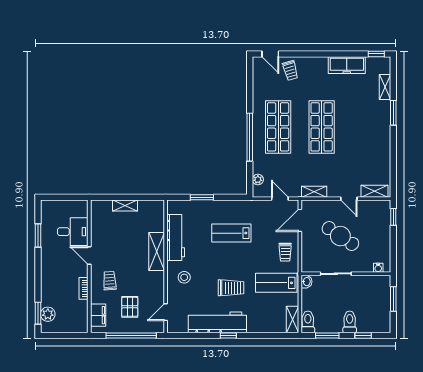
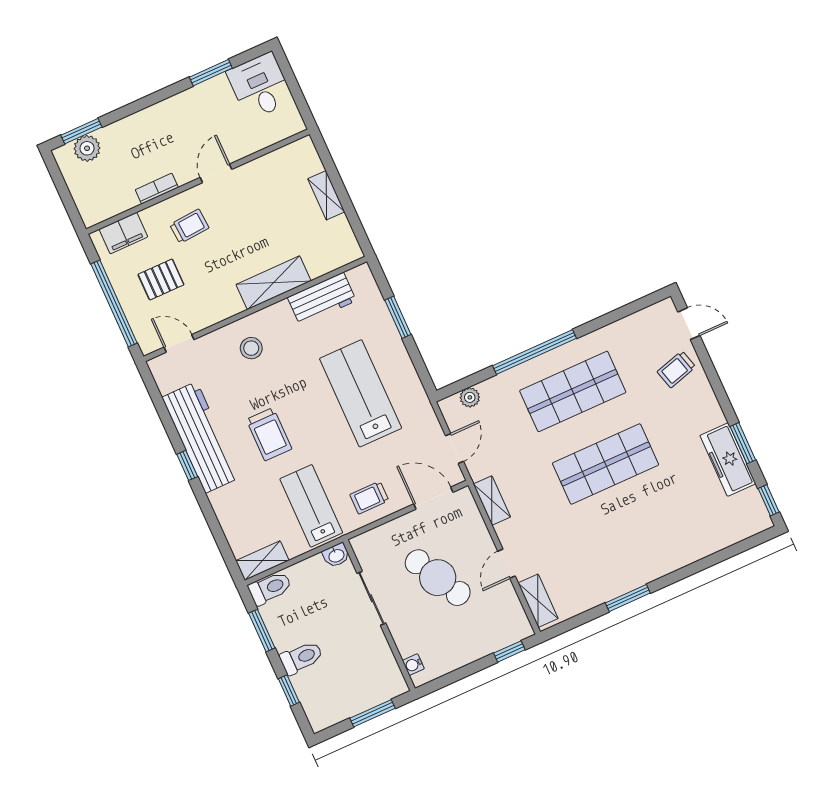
door: (270, 54) -> (689, 324), swing flipped
window: (342, 54) -> (743, 443), added
shelving: (385, 87) -> (720, 540), removed
window: (393, 113) -> (628, 598), moved
desk: (73, 232) -> (260, 86), moved, turned 180
lab bench: (231, 233) -> (361, 393), width x1.36, depth x1.39
cafe table: (340, 236) -> (438, 578), turned -62
workbench: (176, 237) -> (322, 299), width x0.73

